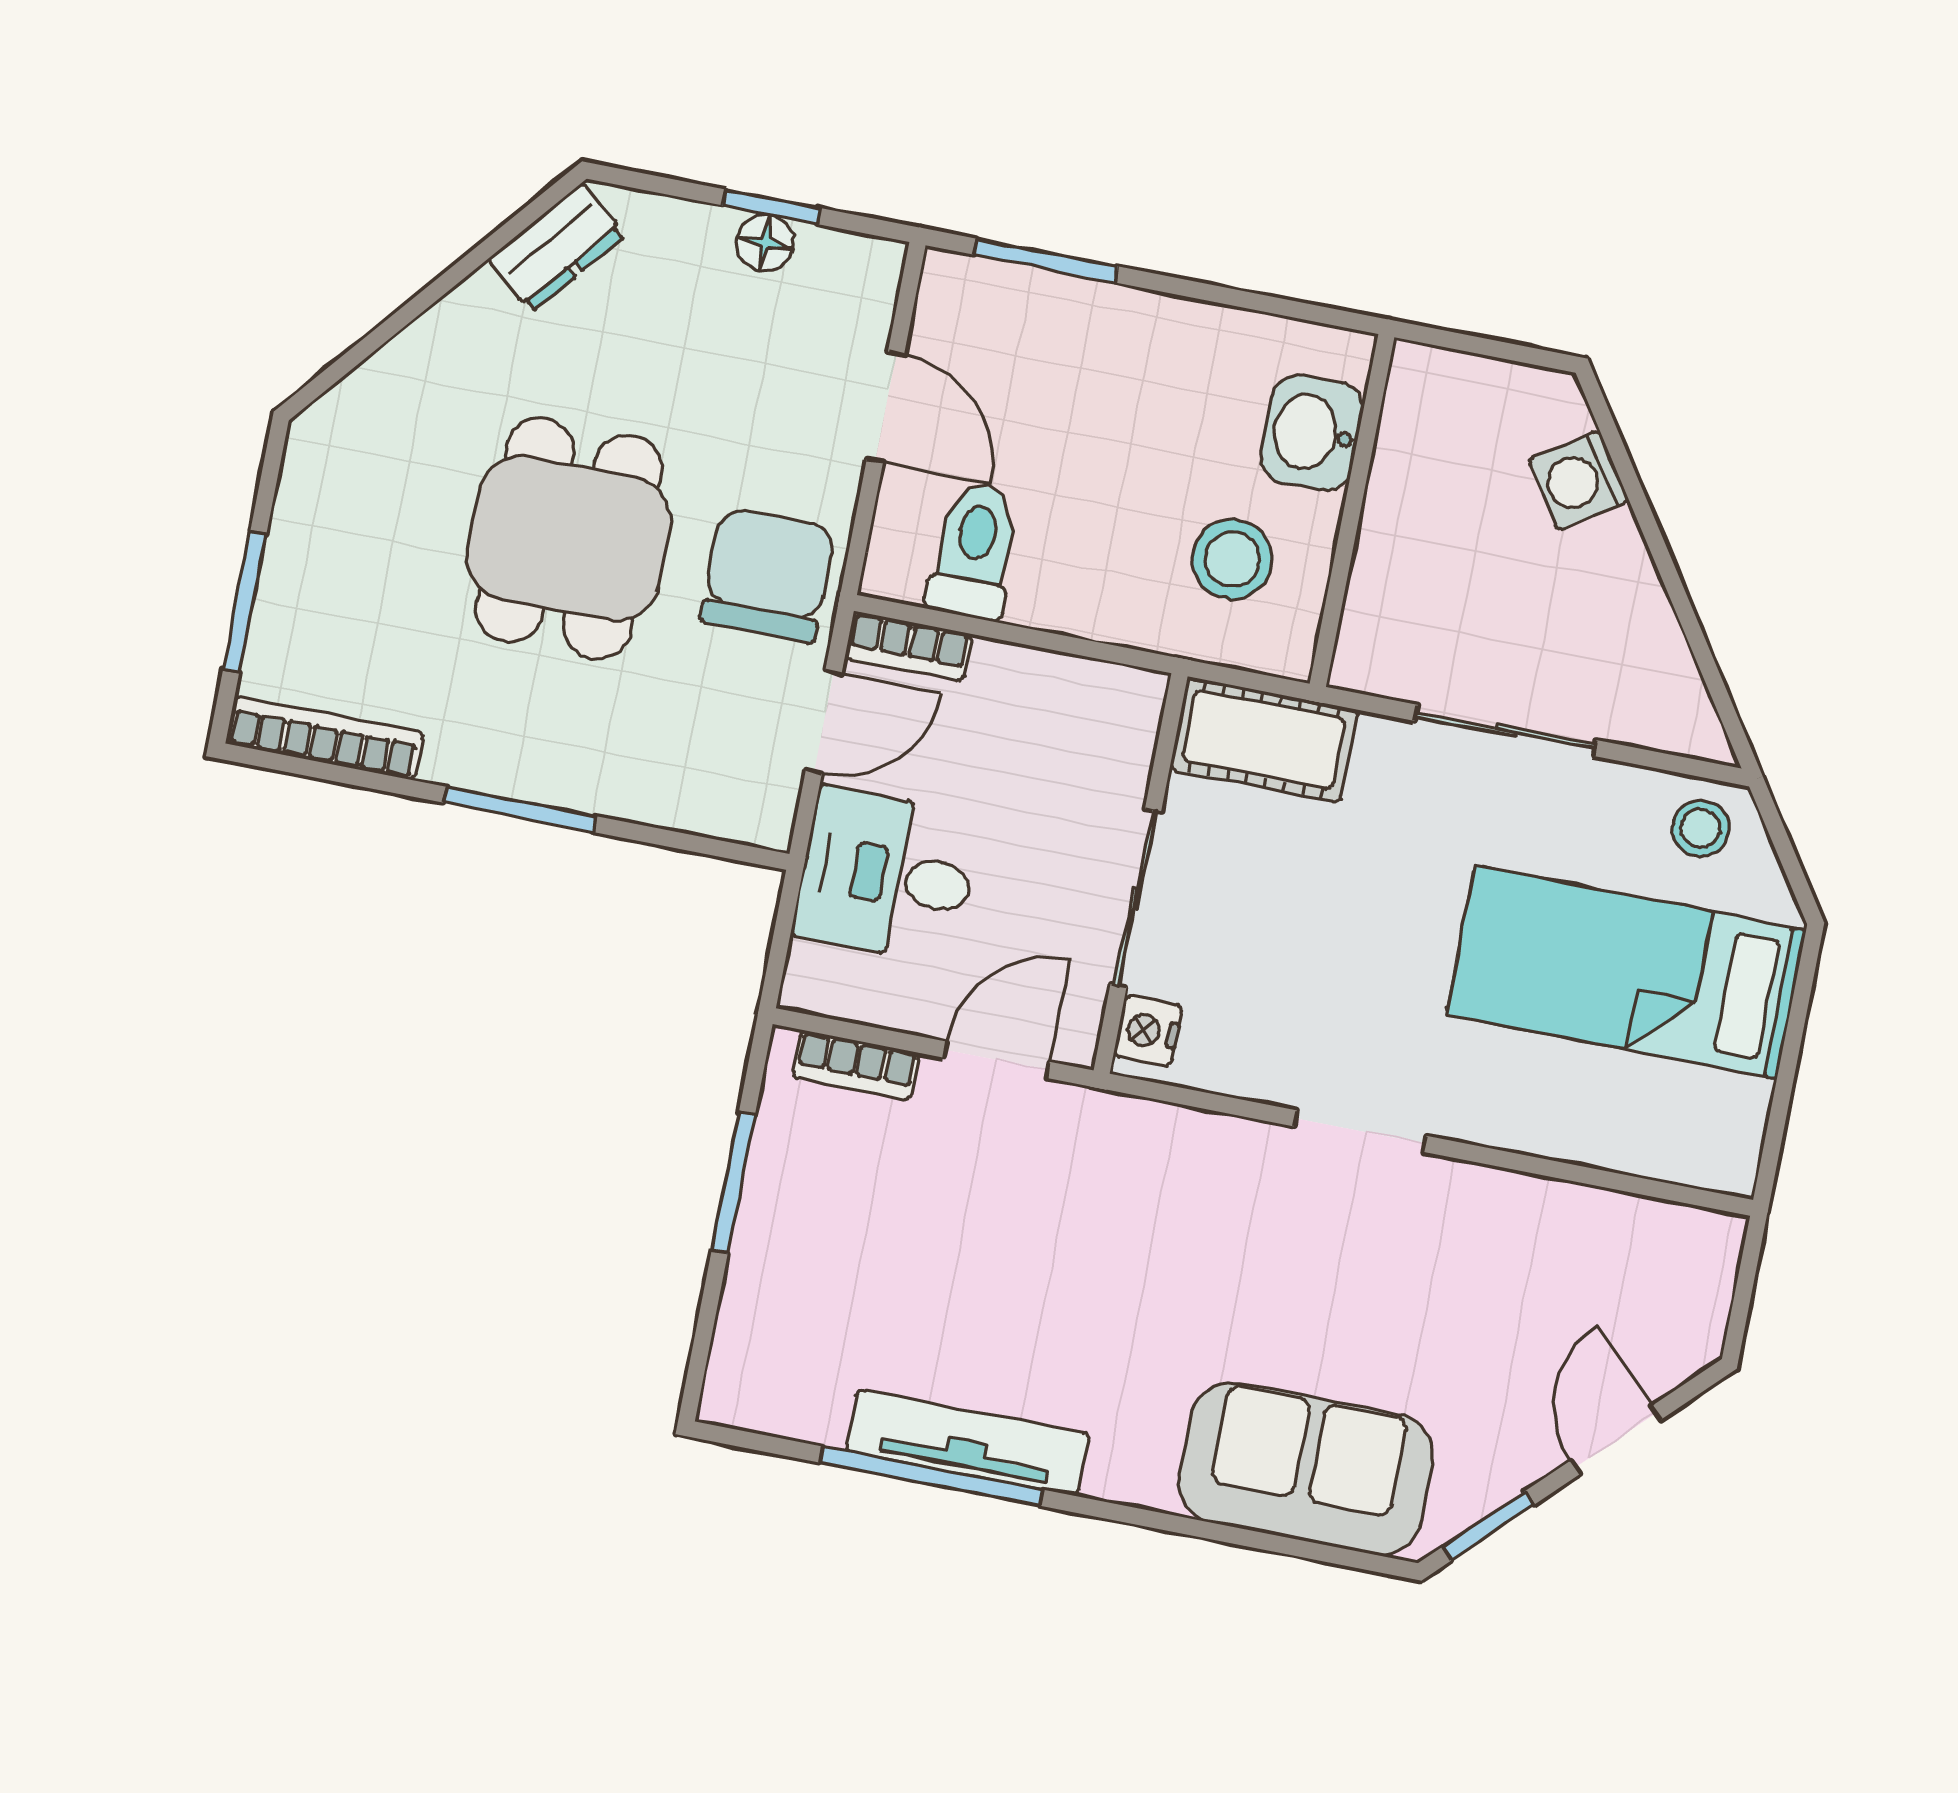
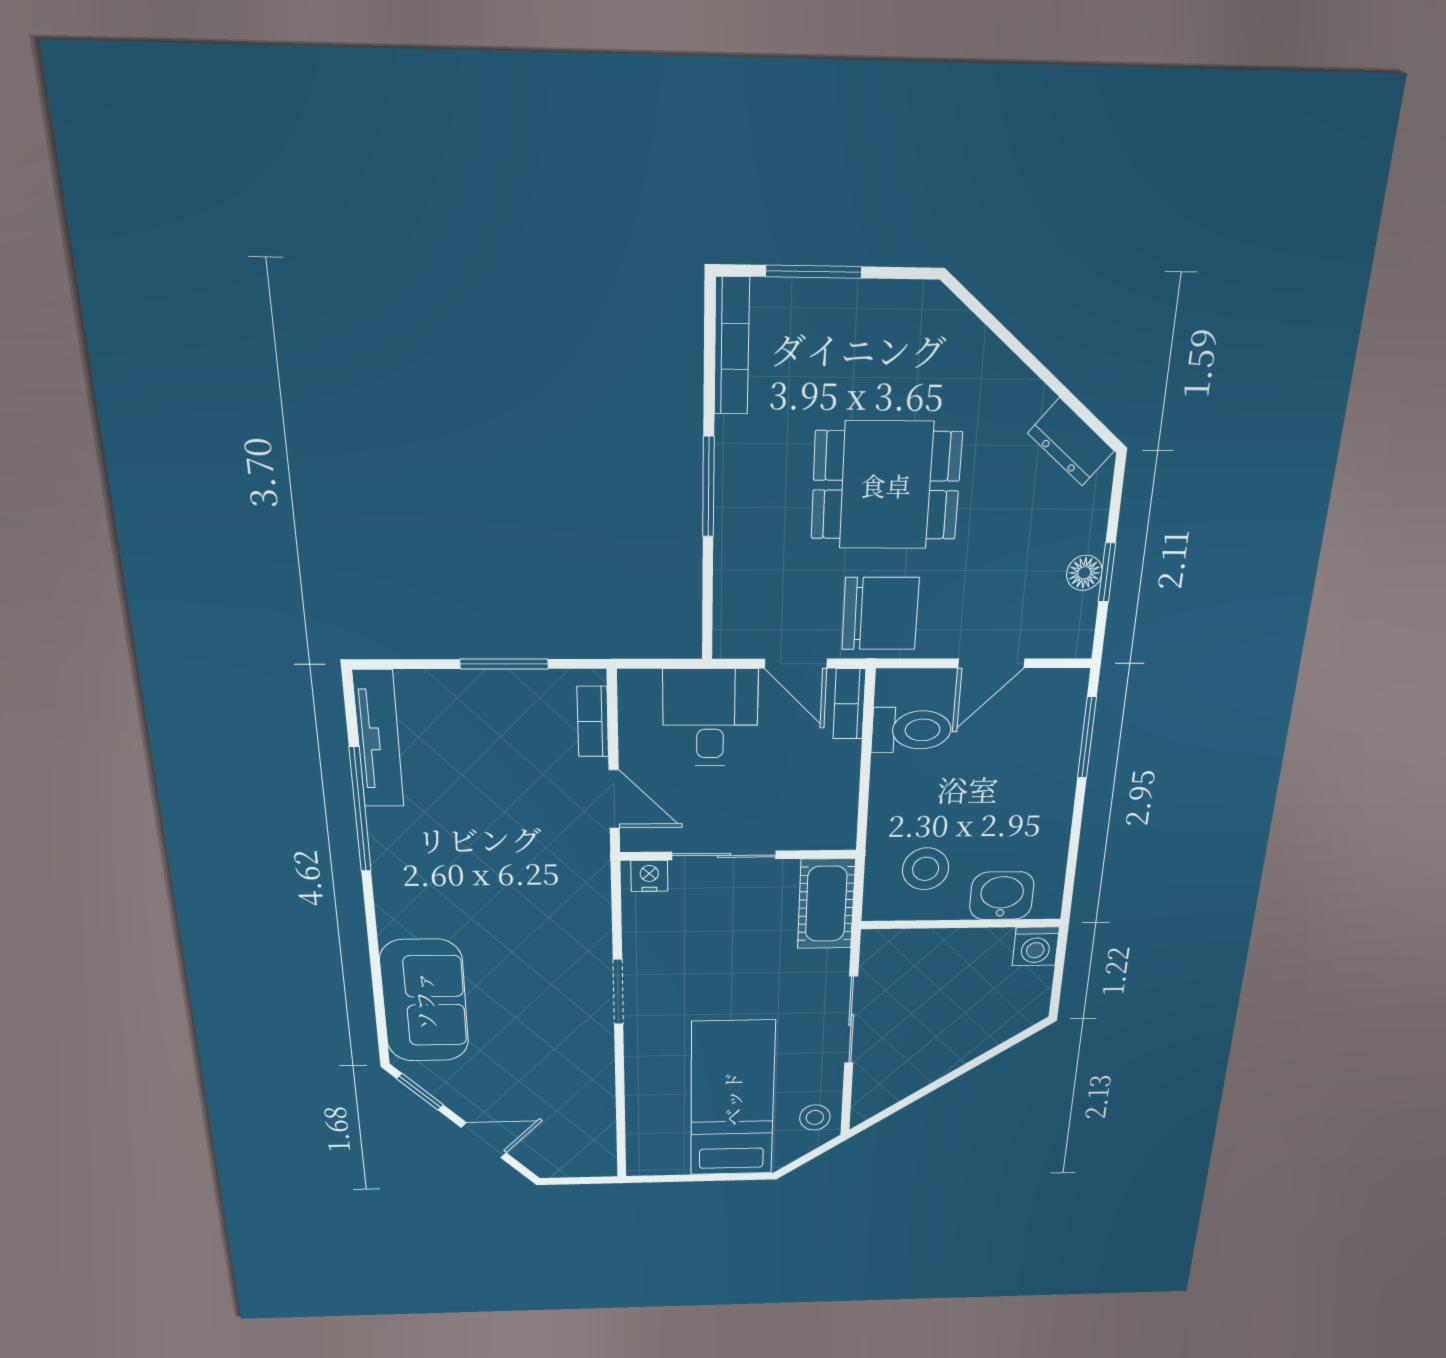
washing machine: (1579, 480) -> (1036, 946), moved, turned -146
tv unit: (968, 1442) -> (378, 739), moved

